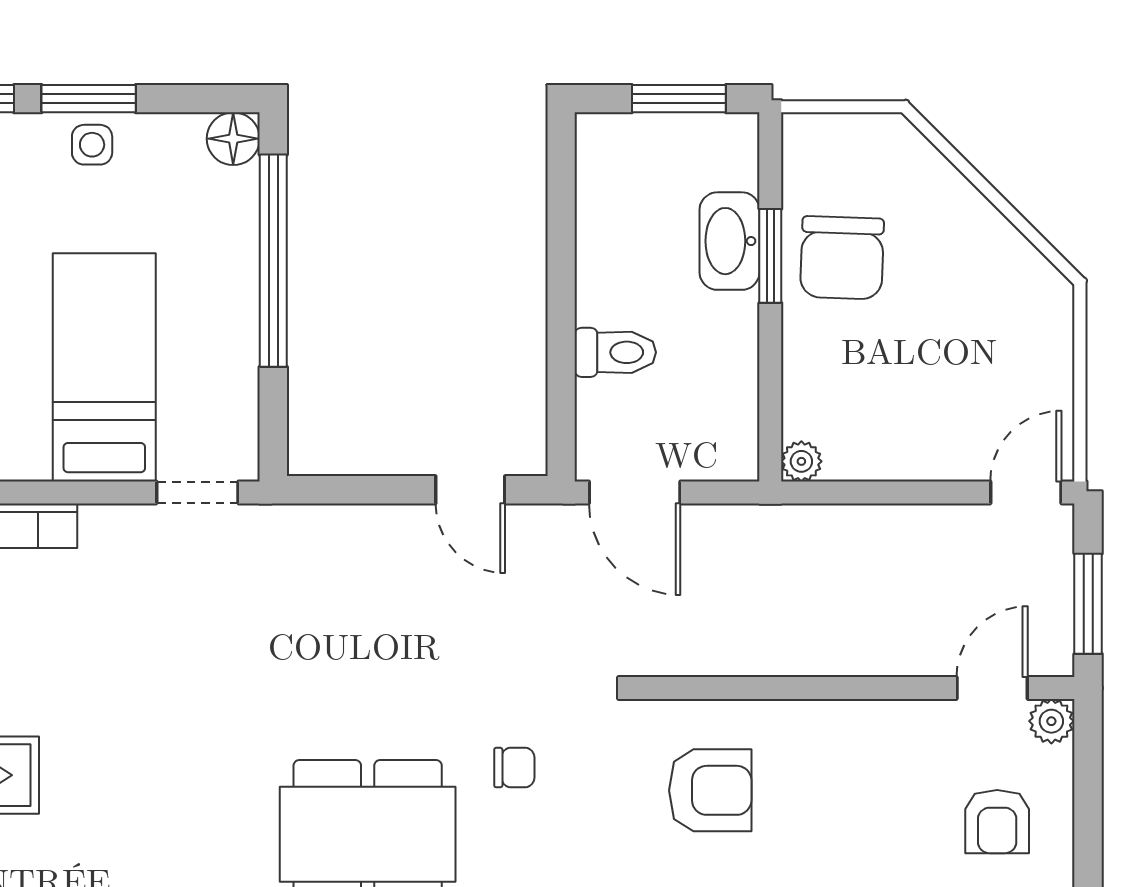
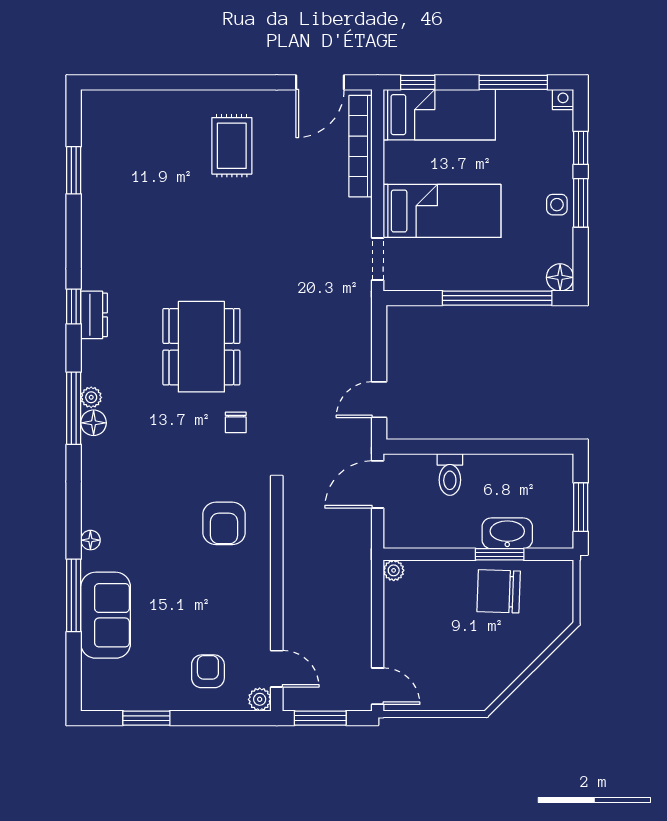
armchair: (997, 822) -> (208, 671), turned 90

